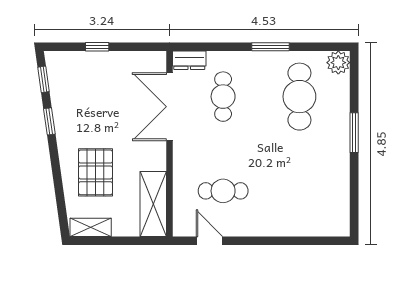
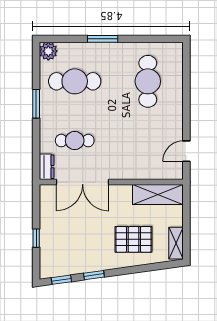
cafe table: (223, 191) -> (148, 81), moved, width x1.37, depth x1.35

